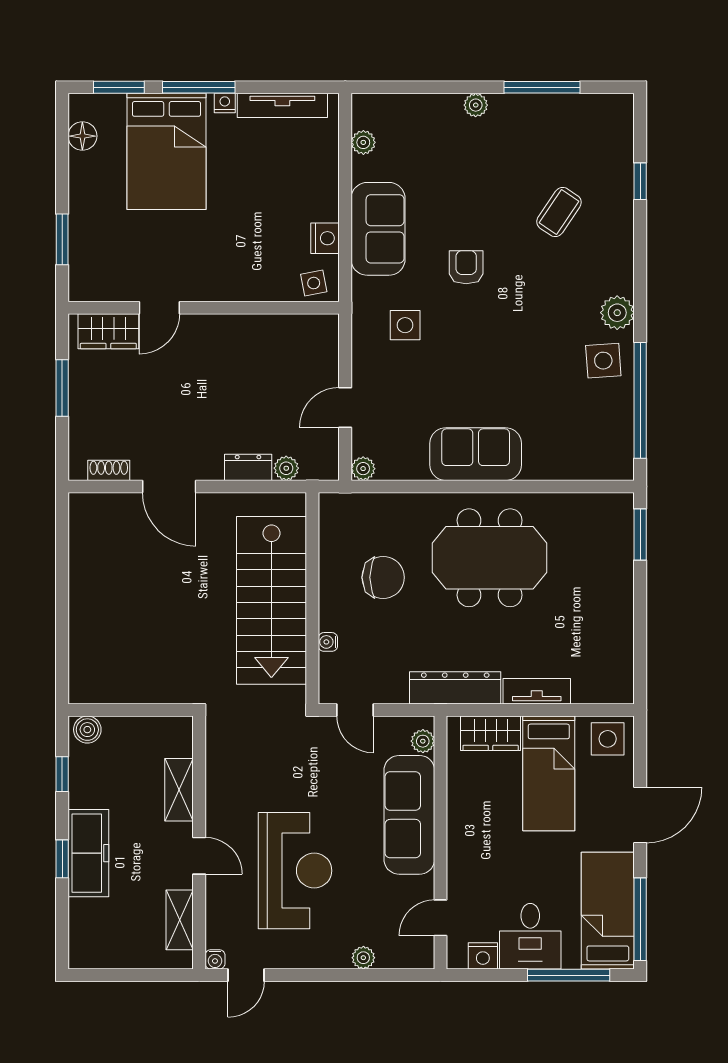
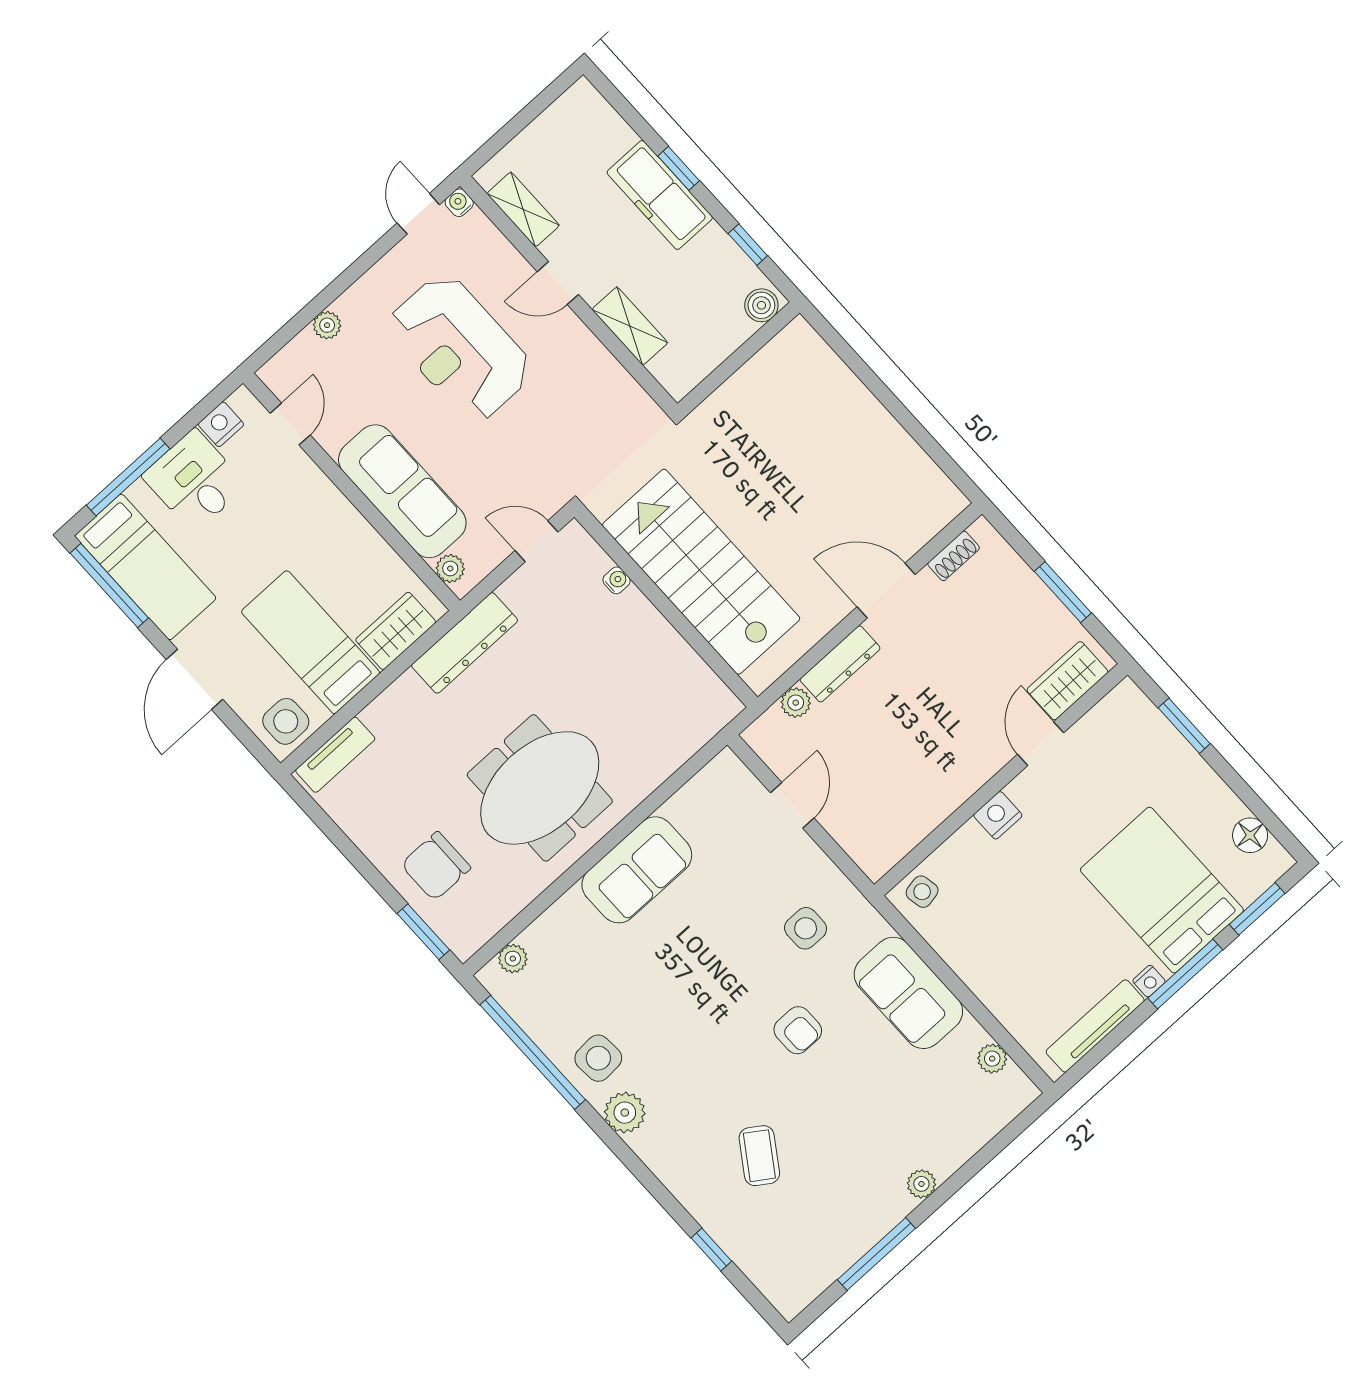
nightstand: (325, 238) -> (998, 815), moved, turned 90
dresser: (248, 467) -> (840, 664), width x1.44
plant: (363, 469) -> (513, 959), moved
chair: (383, 577) -> (436, 866), moved
tv unit: (537, 691) -> (335, 755), moved

